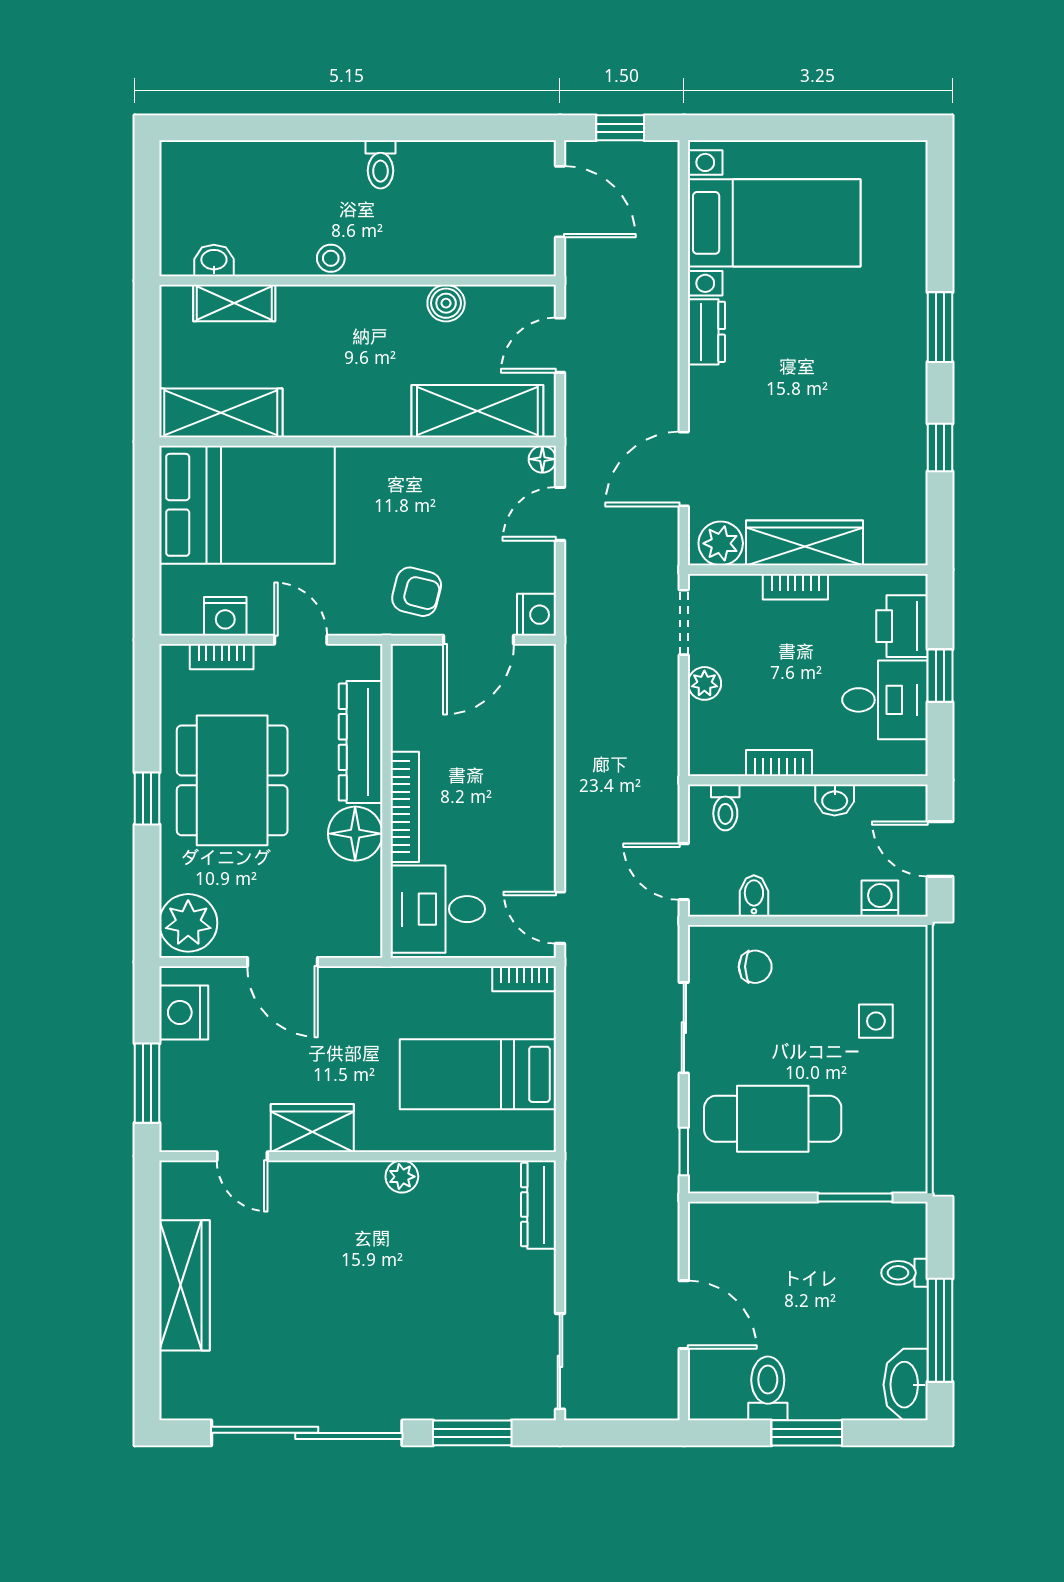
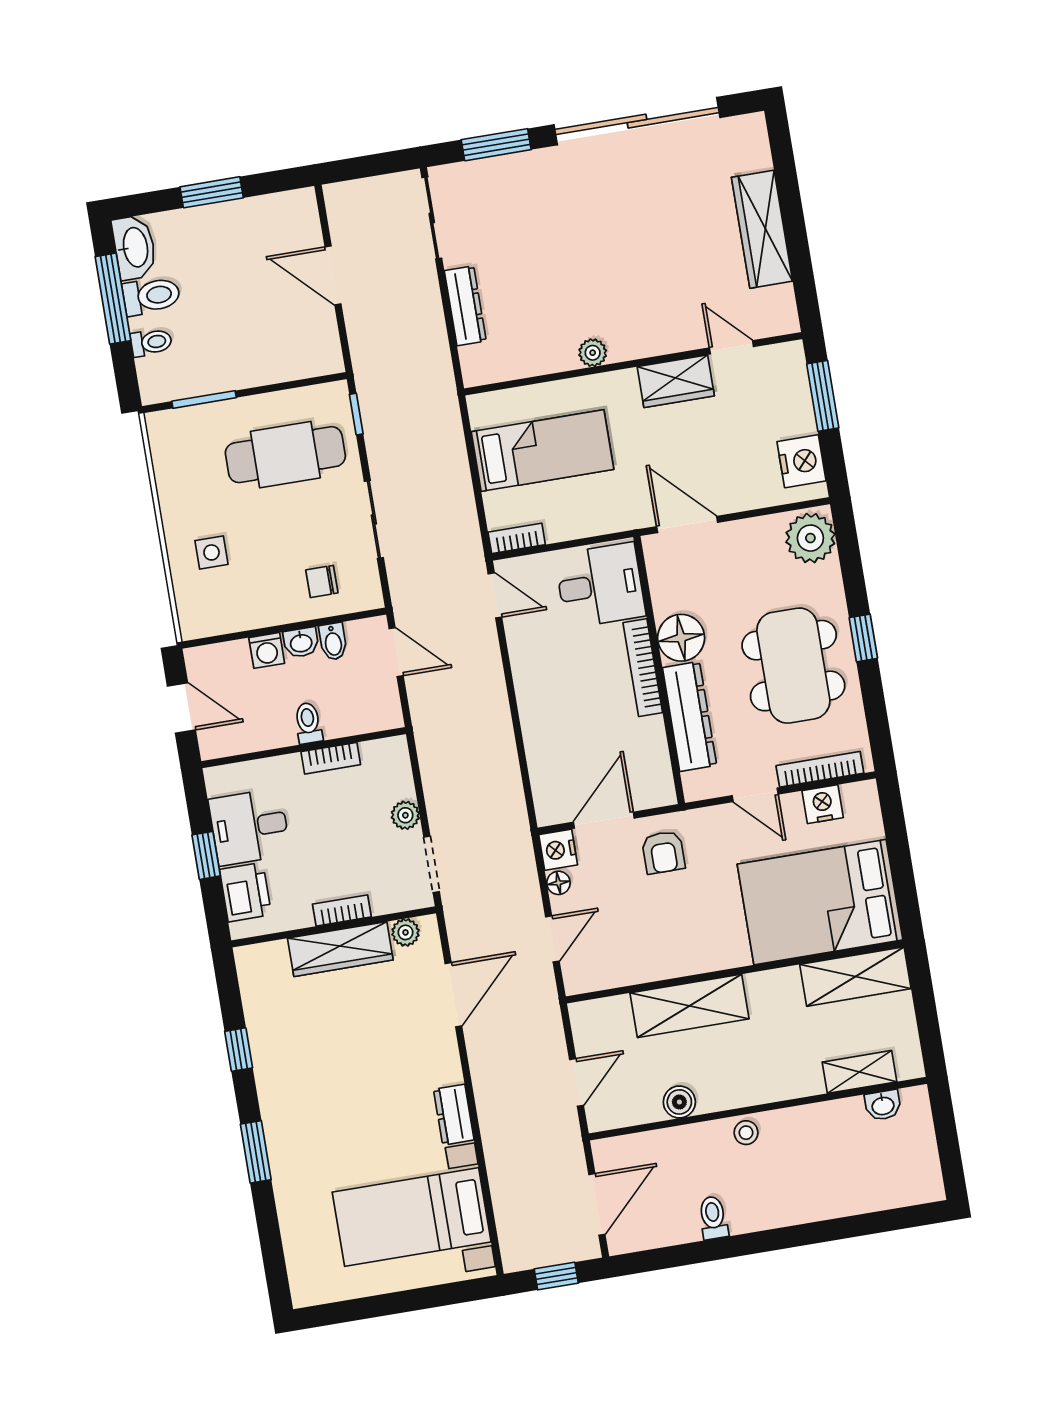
toilet: (380, 164) -> (713, 1218), moved
door: (560, 202) -> (597, 1204), swing flipped
stool: (331, 258) -> (746, 1133), moved
shelving: (477, 411) -> (689, 1006), moved
floor lamp: (542, 459) -> (558, 883), moved
plant: (721, 543) -> (405, 932), width x0.73, depth x0.73
armchair: (417, 592) -> (663, 852), turned -104
bookcase: (222, 657) -> (820, 769), width x1.56
washbasin: (835, 800) -> (301, 642), moved, turned 180
toilet: (725, 807) -> (308, 723), moved
washing machine: (880, 898) -> (267, 650), moved
door: (282, 962) -> (687, 524), moved
dresser: (538, 1205) -> (465, 306), moved
toilet: (768, 1388) -> (151, 296), moved, turned -90

